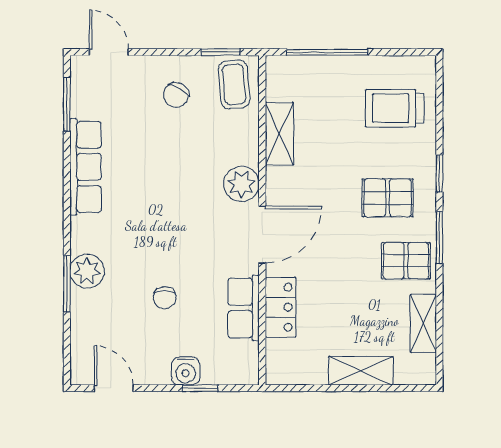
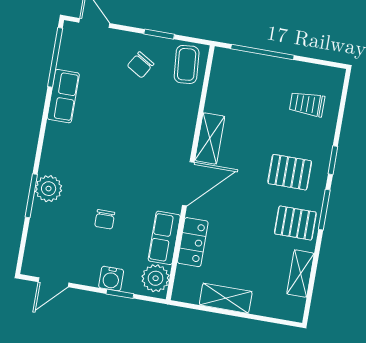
window: (221, 52) -> (159, 34), moved
window: (67, 104) -> (55, 57), width x1.44
trolley: (395, 108) -> (307, 104), width x0.73, depth x0.72
shelving: (279, 134) -> (210, 138), moved
row of seats: (86, 167) -> (63, 96), width x0.68
plant: (242, 184) -> (156, 278), moved
shelving: (361, 371) -> (226, 298), moved
door: (114, 388) -> (53, 282), swing flipped

